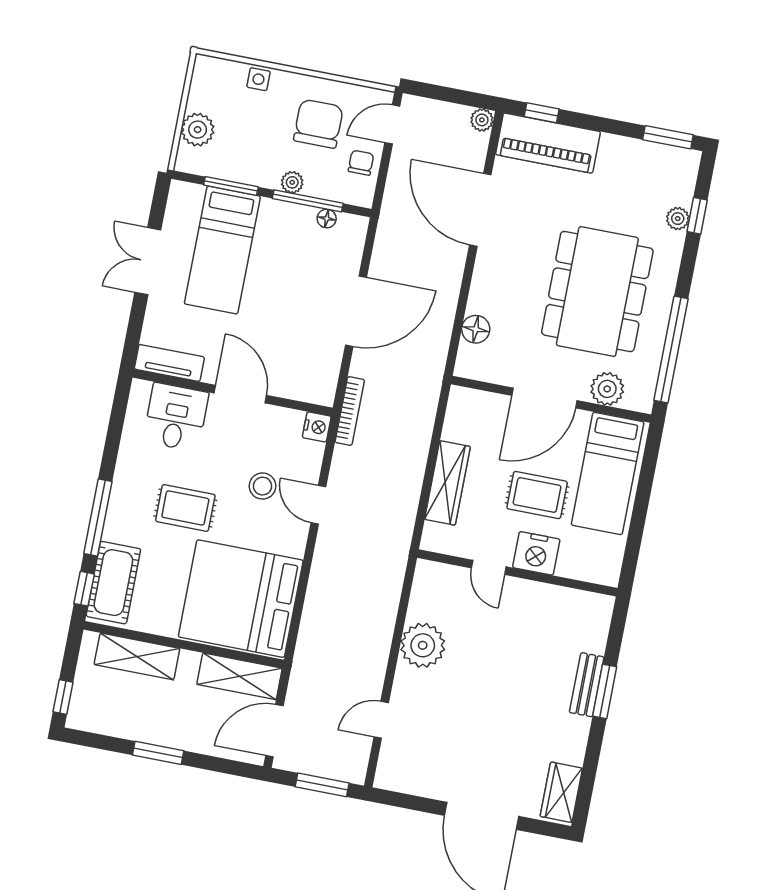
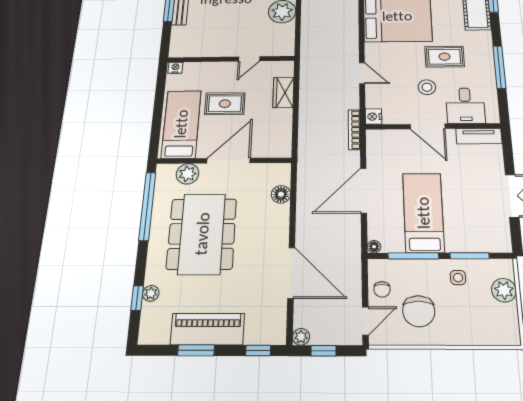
side table: (258, 79) -> (458, 278), moved
window: (455, 96) -> (323, 351), added
window: (668, 137) -> (196, 350), moved
piano: (548, 143) -> (207, 329), moved
plant: (292, 182) -> (427, 266), removed
floor lamp: (327, 219) -> (374, 247), moved
bed: (222, 250) -> (423, 213), moved
wardrobe: (447, 483) -> (283, 92), width x0.67
stool: (263, 486) -> (427, 87), moved
window: (98, 518) -> (499, 67), moved
nightstand: (536, 553) -> (175, 68), moved, width x0.53, depth x0.56
door: (489, 567) -> (249, 59), swing flipped

